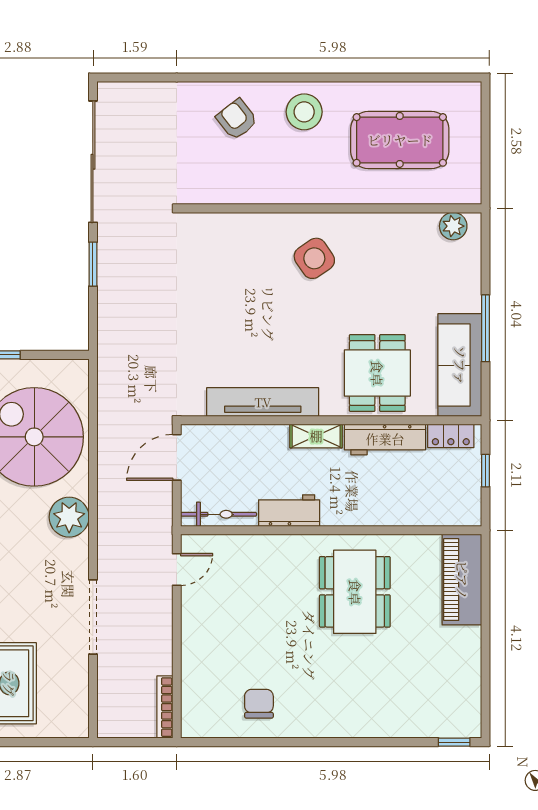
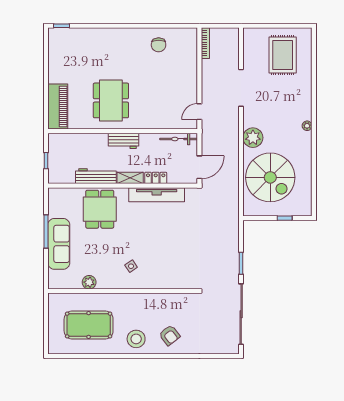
plant: (453, 226) -> (89, 282), moved
side table: (314, 258) -> (131, 266), width x0.54, depth x0.54
sofa: (460, 365) -> (59, 244), moved
locker: (451, 436) -> (156, 178), moved
workbench: (289, 511) -> (123, 141), moved

